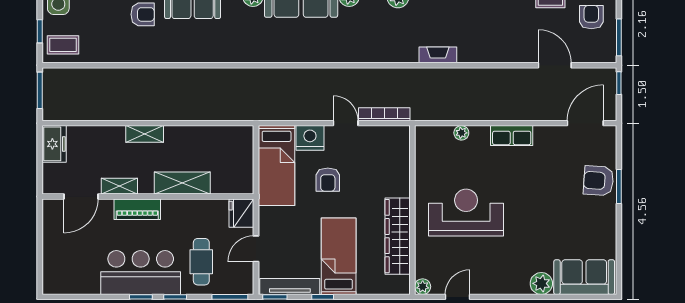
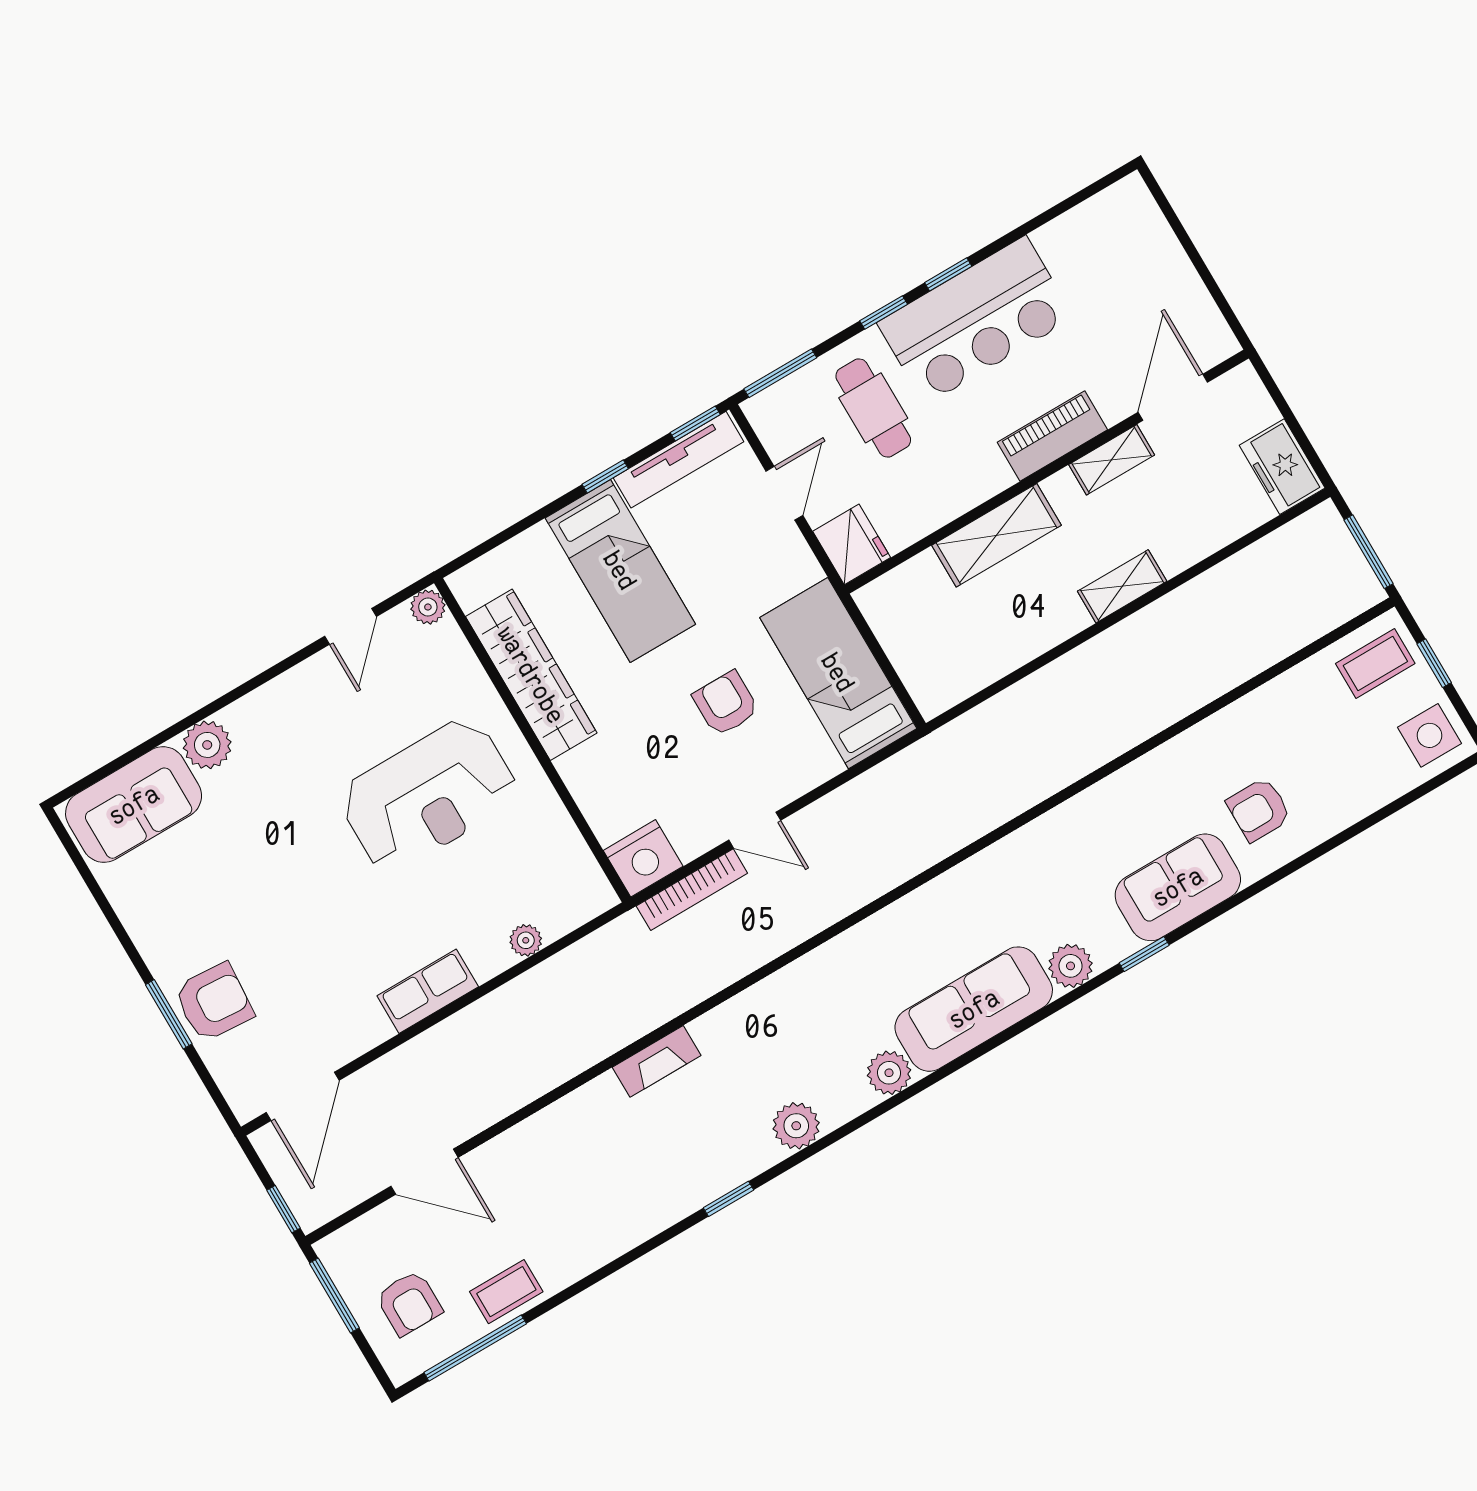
nightstand: (310, 138) -> (643, 858), moved

